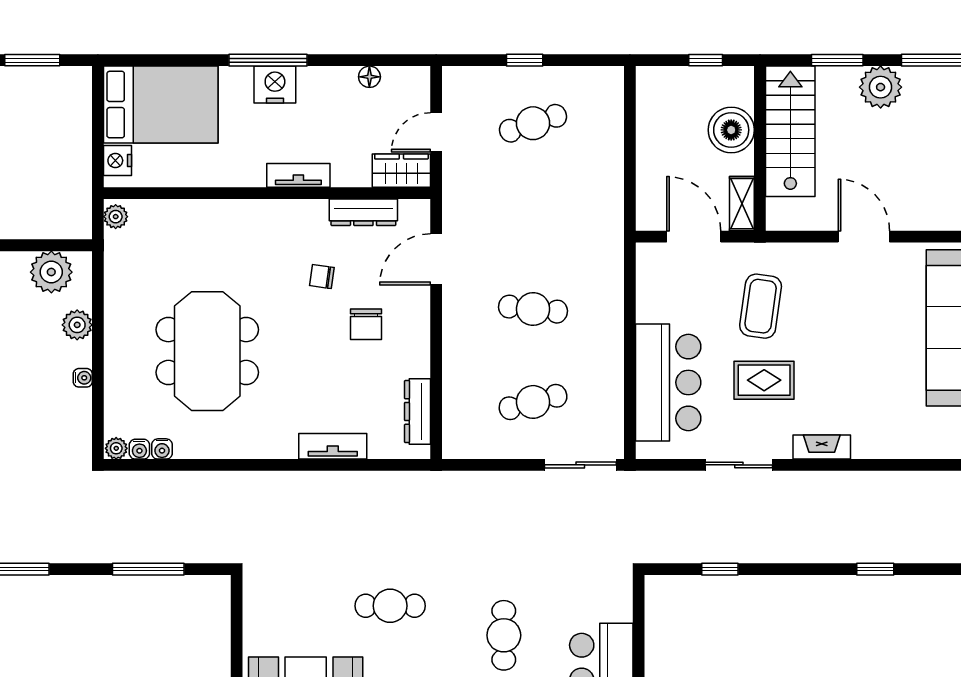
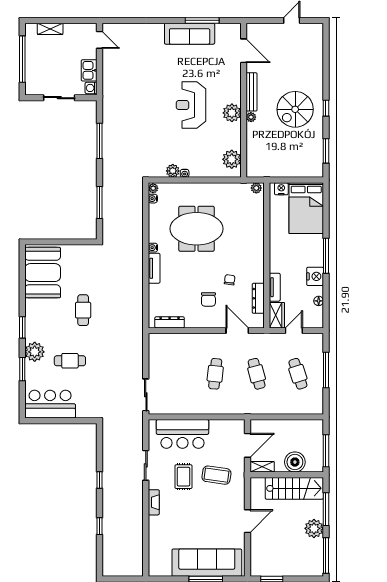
window: (525, 60) -> (326, 370), width x2.17
window: (706, 60) -> (326, 451), width x2.17
window: (837, 60) -> (326, 509), width x1.44
nightstand: (275, 85) -> (315, 276), moved
door: (436, 132) -> (294, 331), hinge flipped
tv unit: (298, 175) -> (275, 287), moved
chair: (366, 324) -> (208, 299), turned -90
plant: (77, 325) -> (173, 171), moved
cafe table: (533, 402) -> (257, 374), moved
tv unit: (333, 446) -> (154, 268), moved
water cooler: (162, 449) -> (153, 248), moved
window: (720, 569) -> (99, 480), moved

